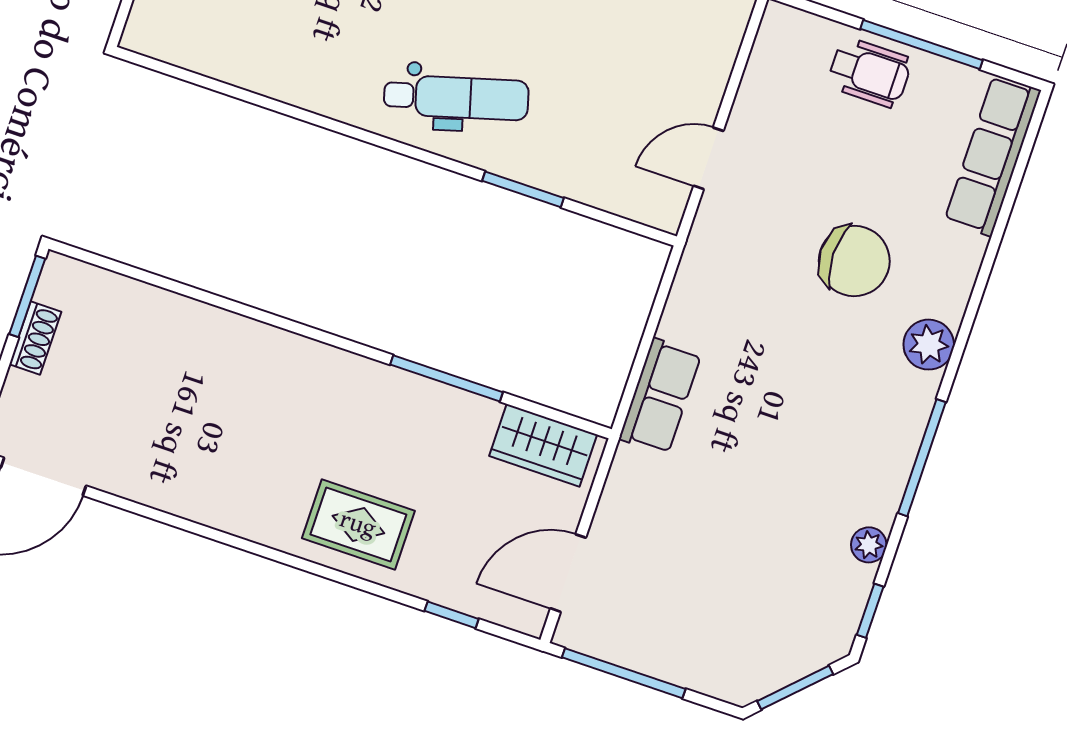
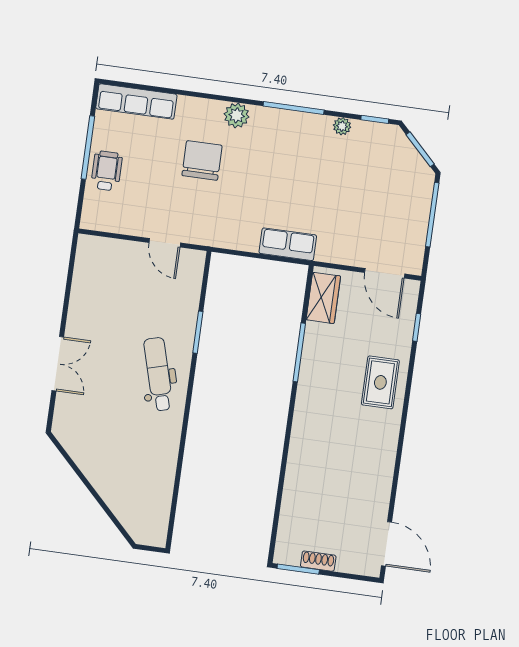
window: (624, 673) -> (432, 215), moved

